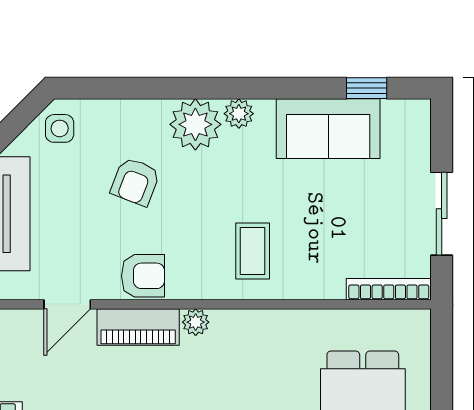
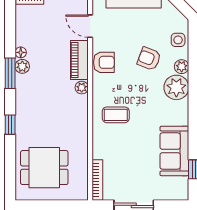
plant: (239, 114) -> (182, 67), moved
side table: (60, 128) -> (178, 40), moved
armchair: (143, 276) -> (104, 62), turned -90

